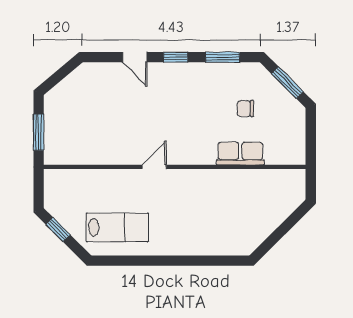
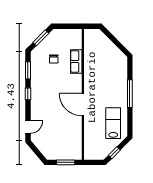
door: (135, 57) -> (28, 127), moved
door: (154, 167) -> (83, 105), width x1.88
window: (176, 261) -> (130, 94), added

